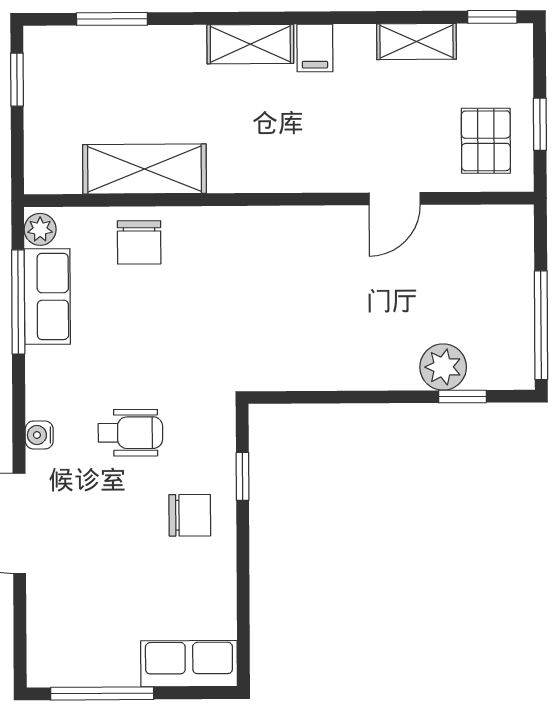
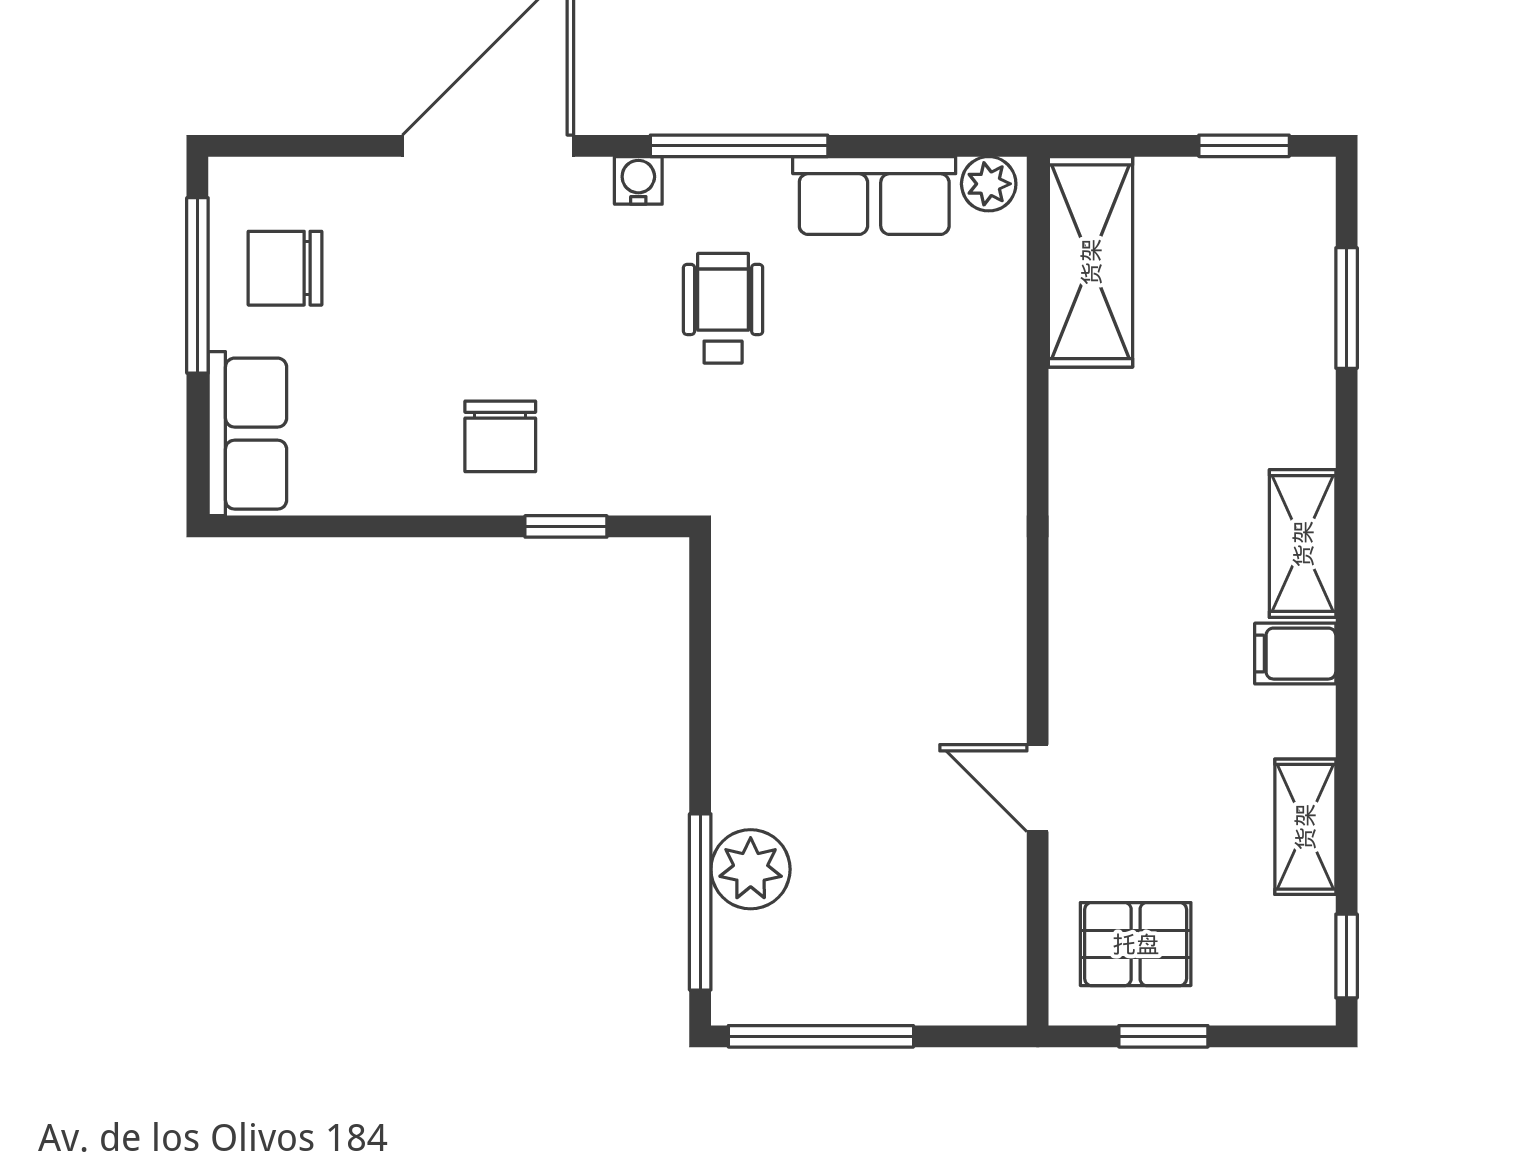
shelving: (144, 169) -> (1091, 262), moved
chair: (139, 242) -> (285, 268), moved
window: (18, 302) -> (739, 146), moved
window: (462, 396) -> (700, 902), width x2.17
wheelchair: (130, 433) -> (723, 308), moved, turned 180

